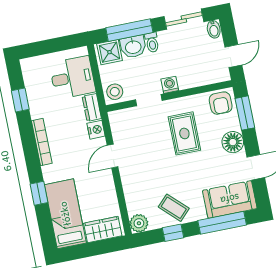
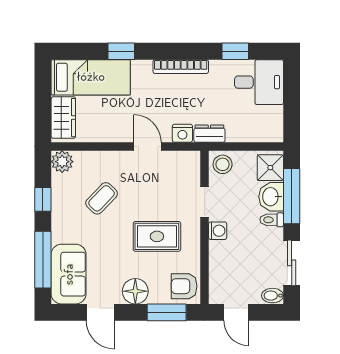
desk: (72, 78) -> (259, 82), moved, turned -90
coffee table: (174, 208) -> (102, 198), moved

